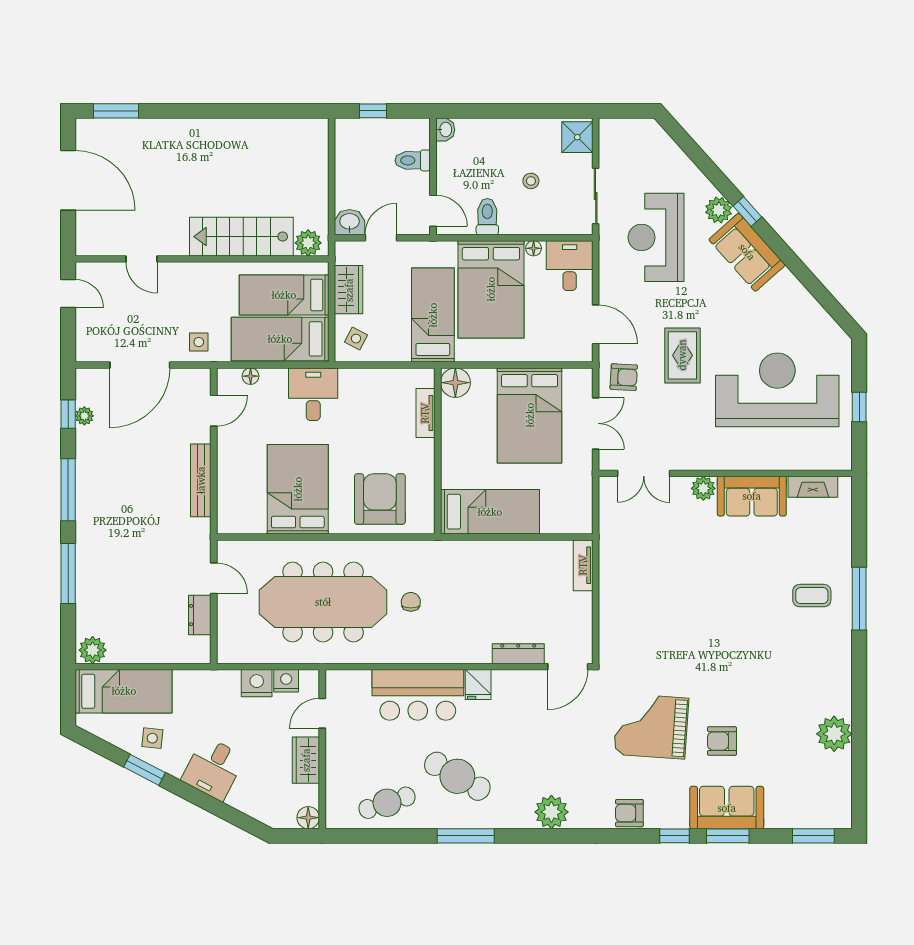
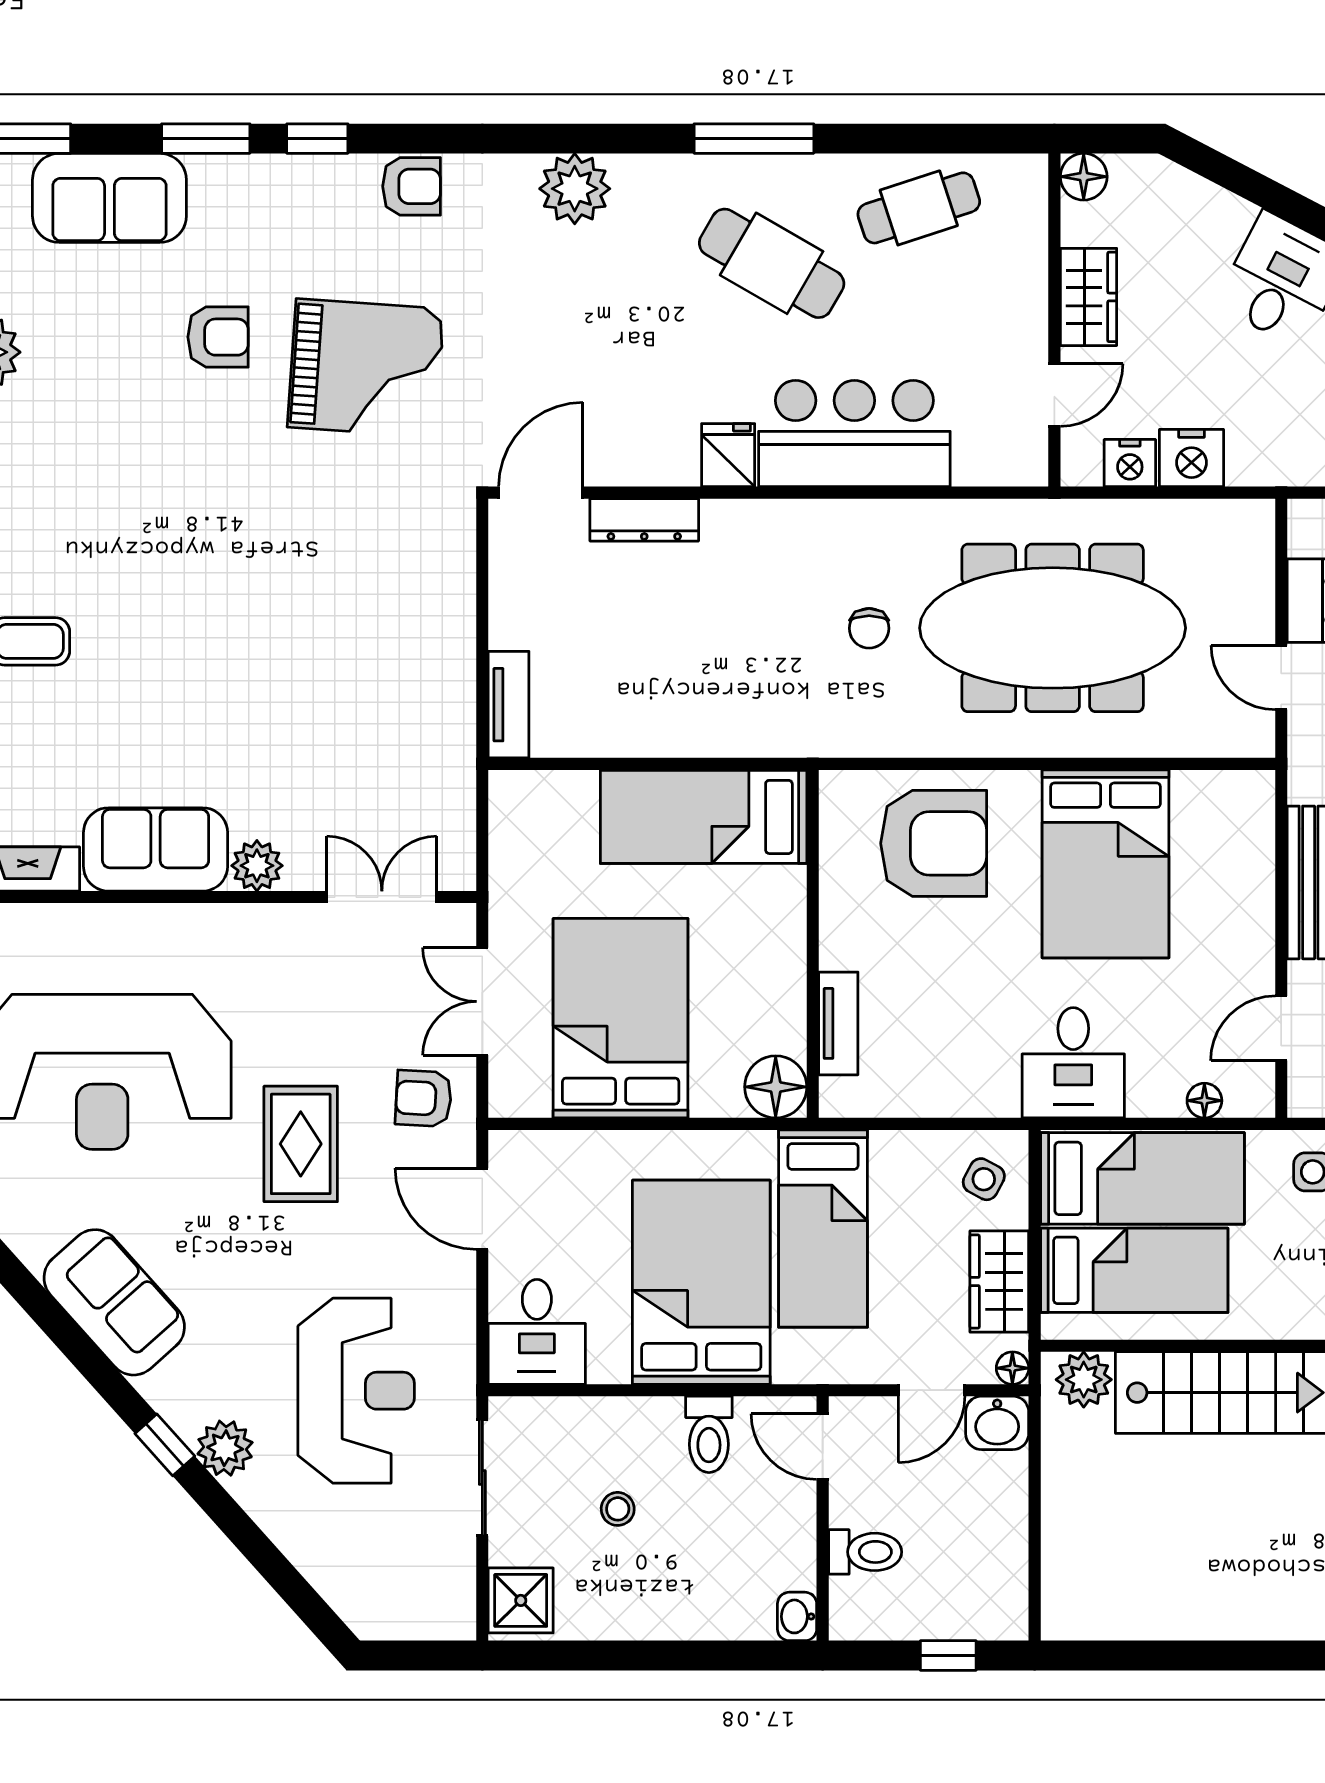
floor lamp: (534, 248) -> (1012, 1368), moved
sofa: (747, 252) -> (114, 1302), moved
armchair: (380, 499) -> (934, 843), turned -90
sofa: (727, 808) -> (109, 198), moved

